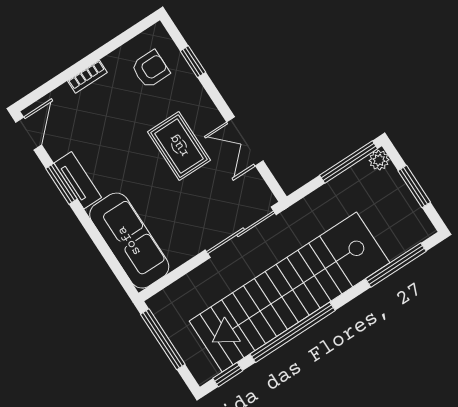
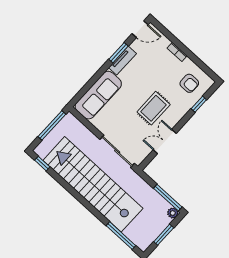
window: (293, 332) -> (73, 191), removed

